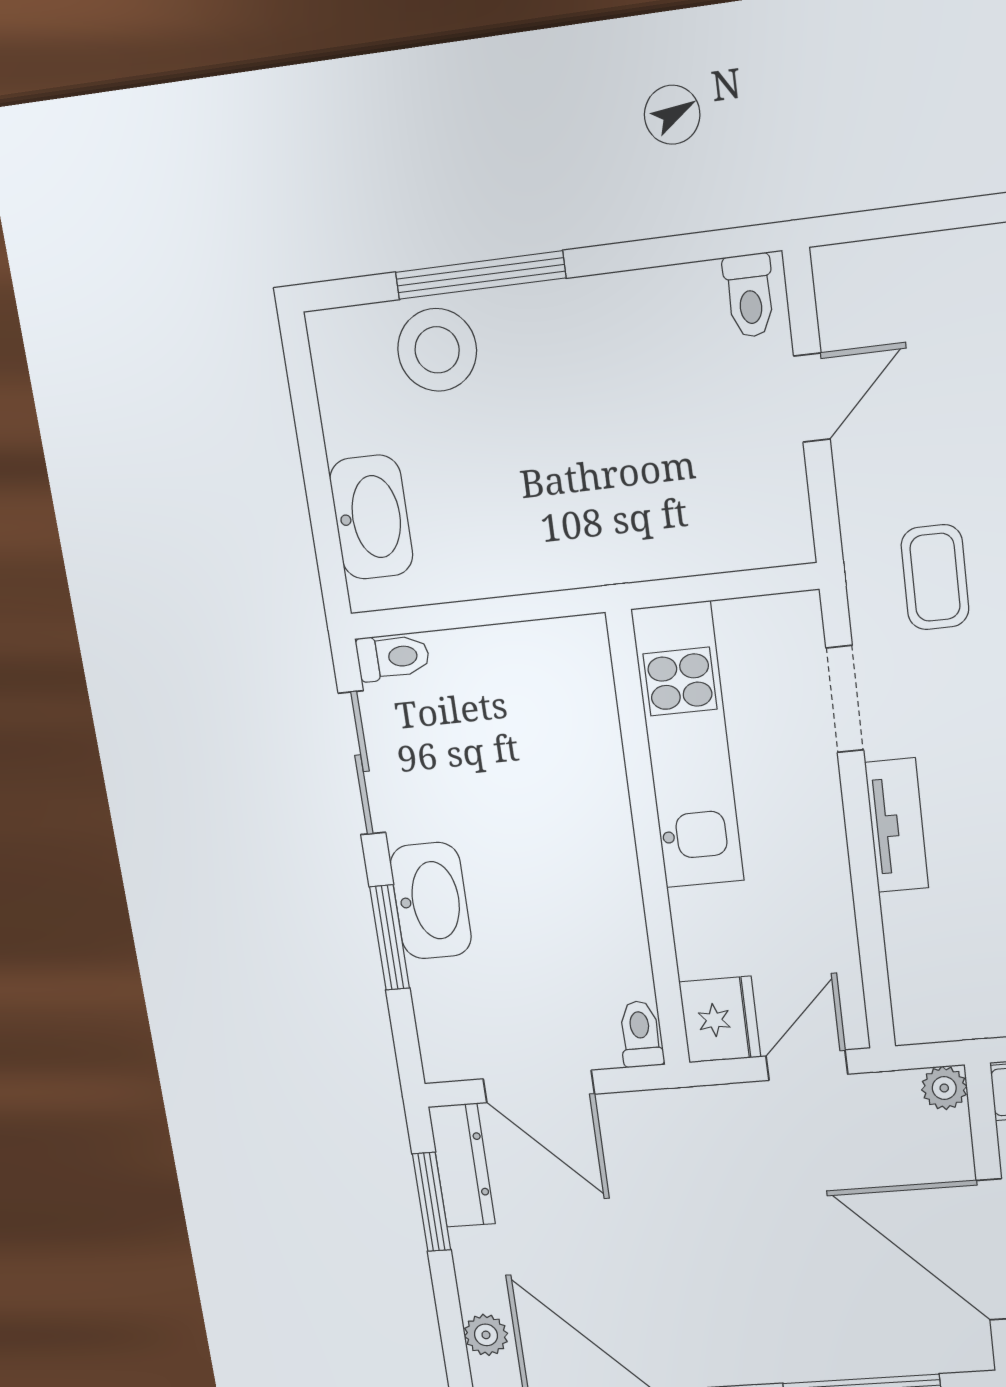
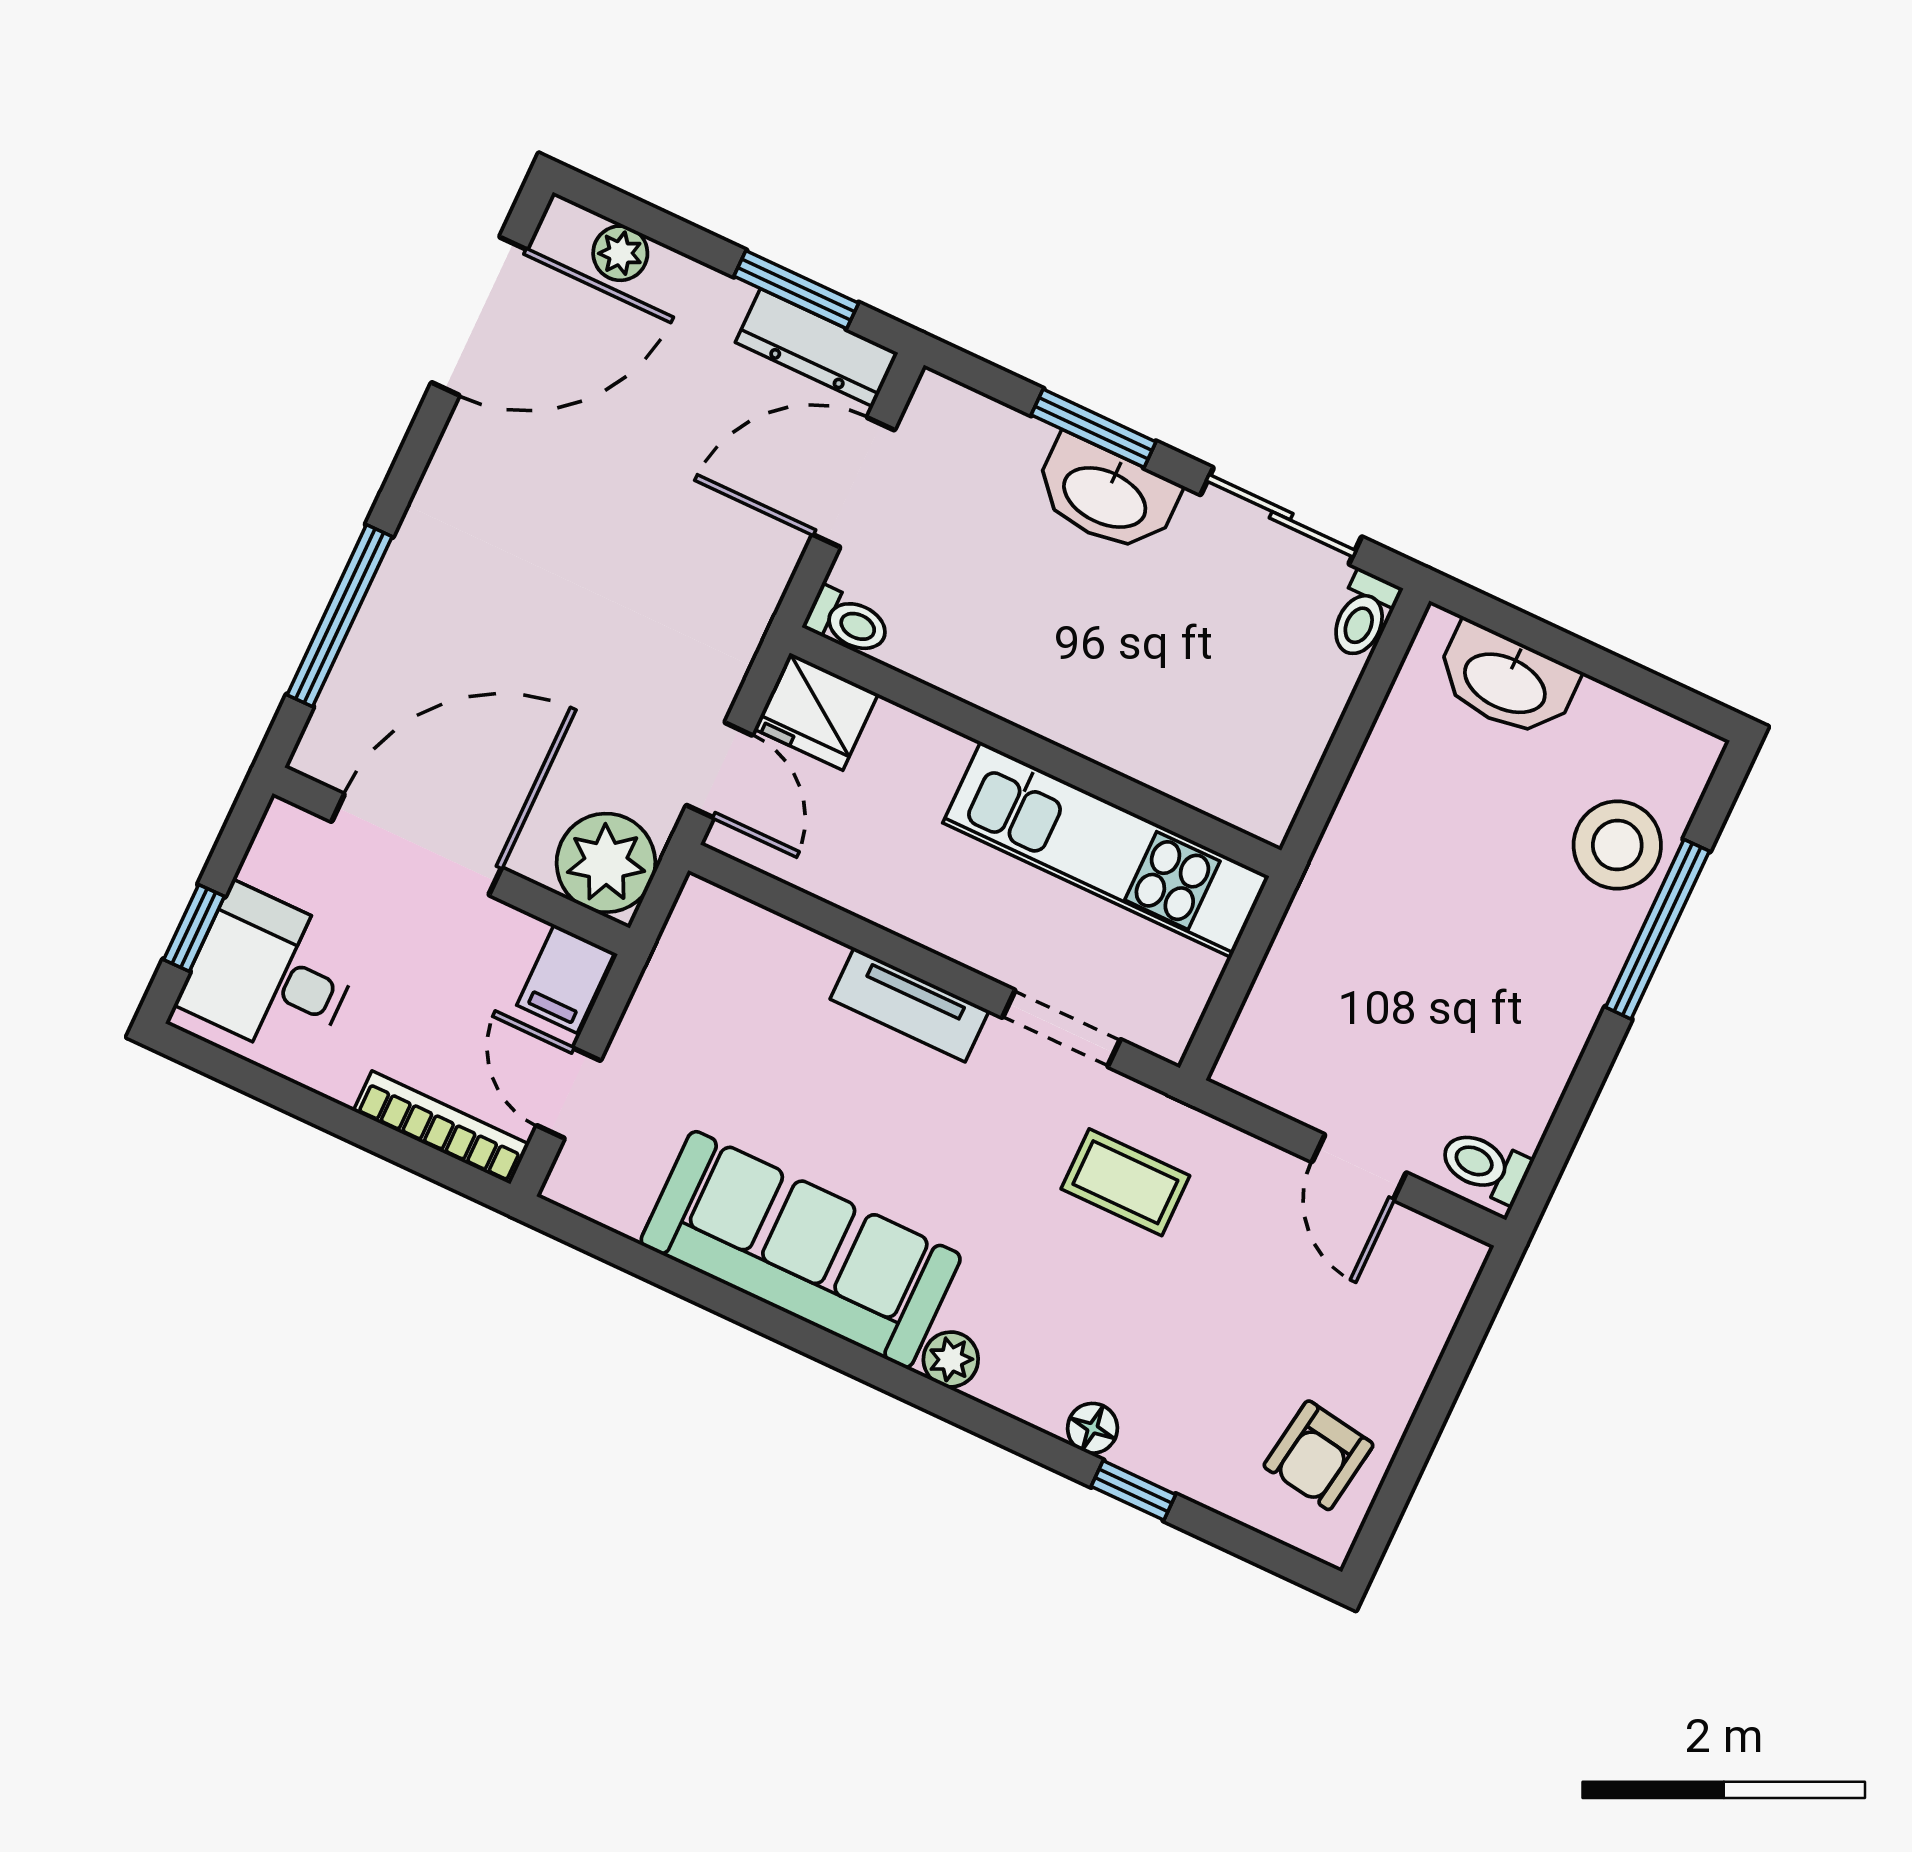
plant: (944, 1088) -> (606, 863), width x1.88, depth x1.88

